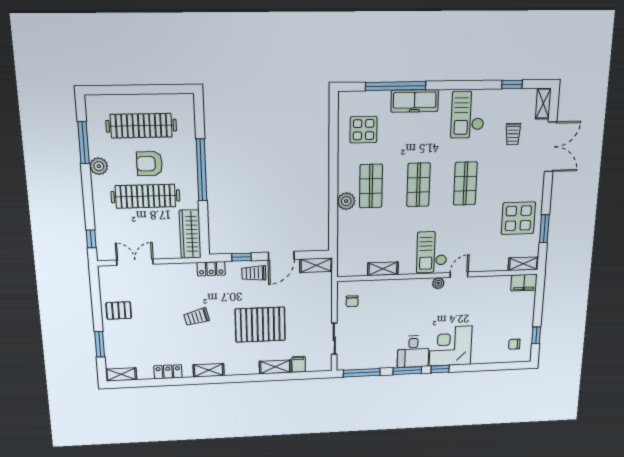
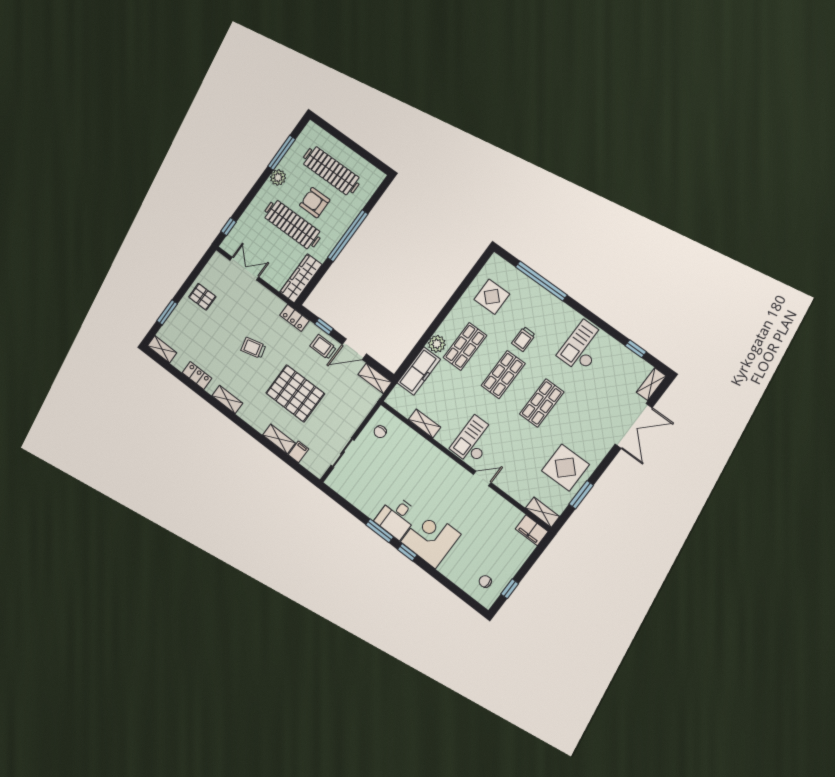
freezer: (415, 101) -> (419, 371), moved, turned -90
trolley: (513, 134) -> (523, 339), moved
plant: (438, 283) -> (460, 472), removed
window: (362, 373) -> (342, 501), removed

